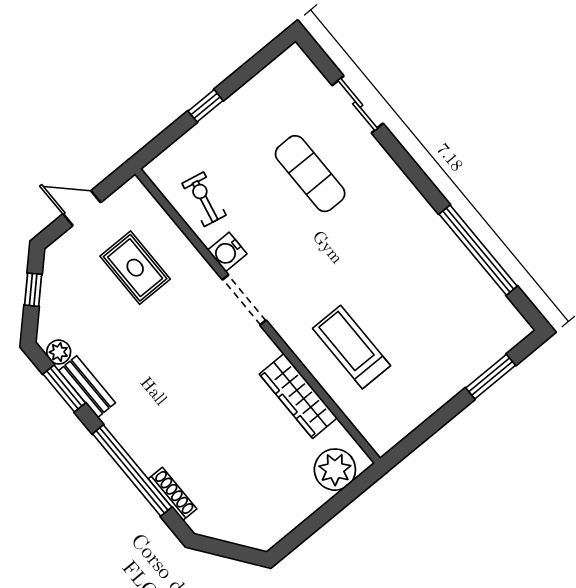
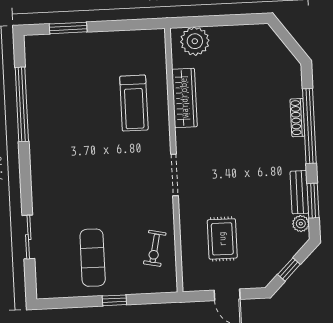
exercise mat: (310, 174) -> (93, 258), moved
water cooler: (227, 252) -> (164, 209), removed
shoe rack: (173, 494) -> (298, 118), moved

